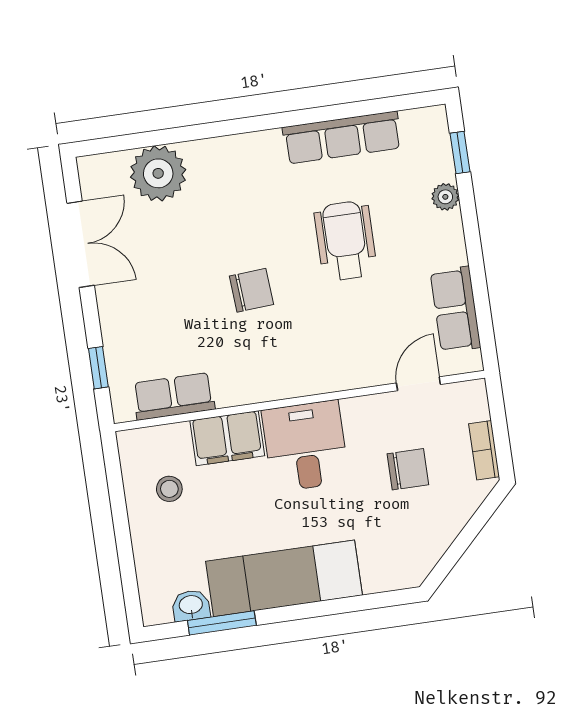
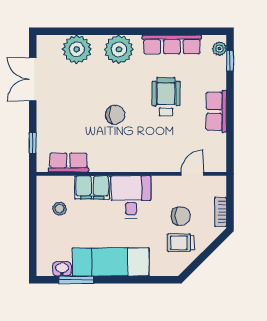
plant: (240, 162) -> (119, 49), added
plant: (445, 197) -> (219, 49), moved
double door: (81, 244) -> (33, 79), swing flipped
row of seats: (455, 309) -> (216, 111), moved
trolley: (415, 521) -> (181, 243), added

